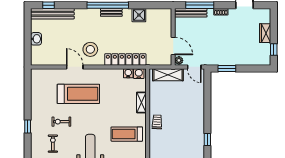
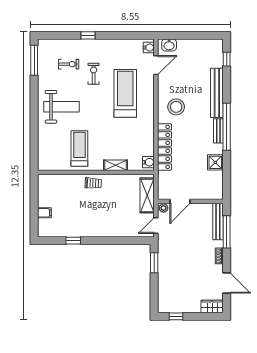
bench: (52, 14) -> (217, 93), moved
wardrobe: (265, 33) -> (212, 307), moved
washbasin: (36, 39) -> (169, 45), moved
door: (75, 67) -> (156, 65), moved
water cooler: (128, 73) -> (149, 48), moved
treadmill: (78, 94) -> (125, 93), turned 180

